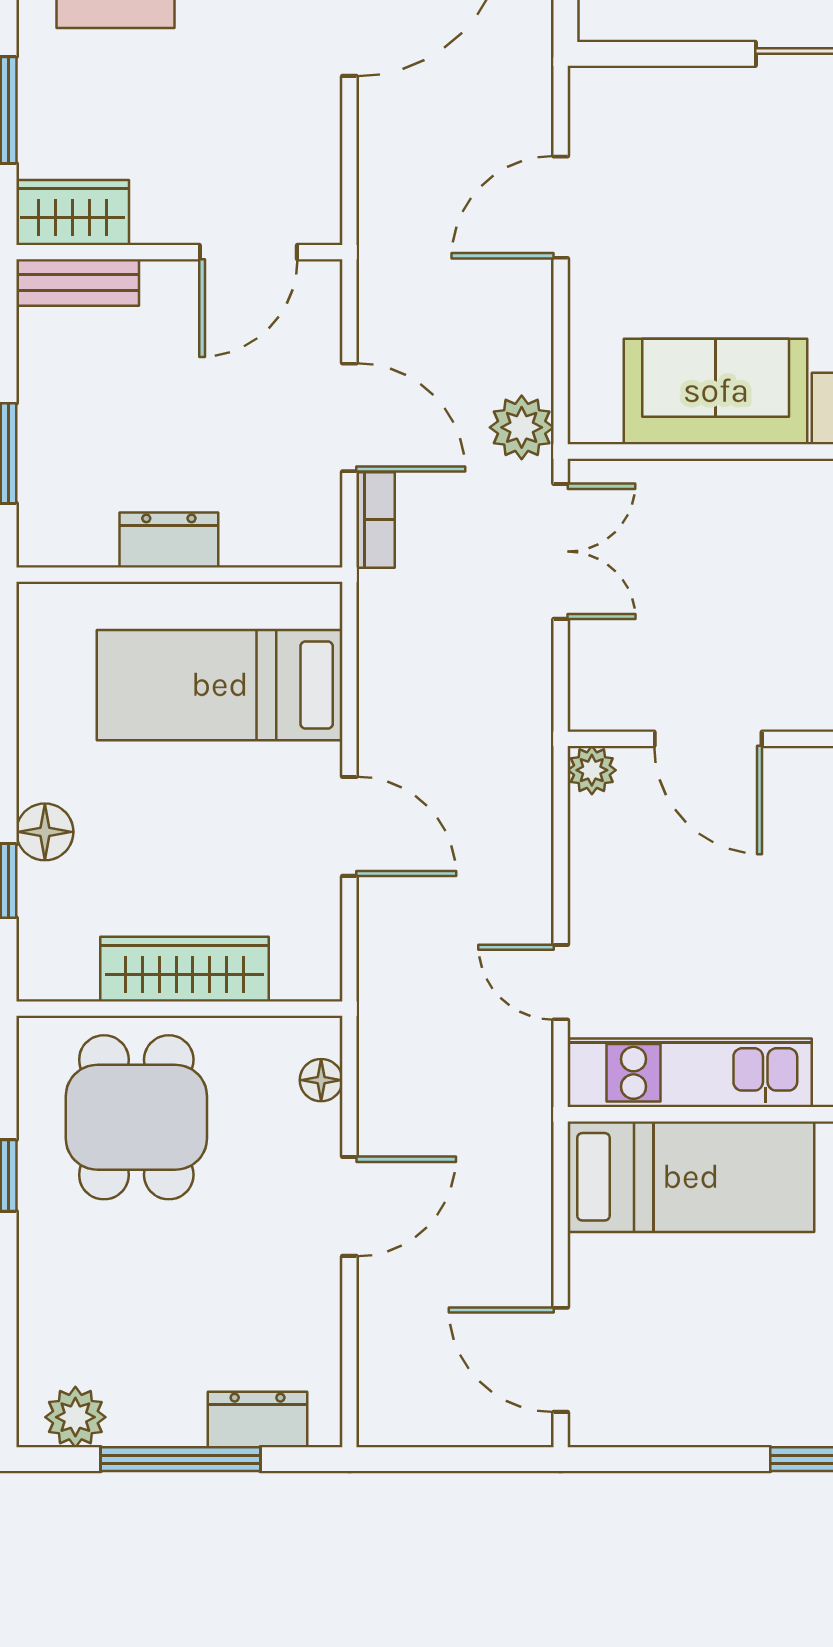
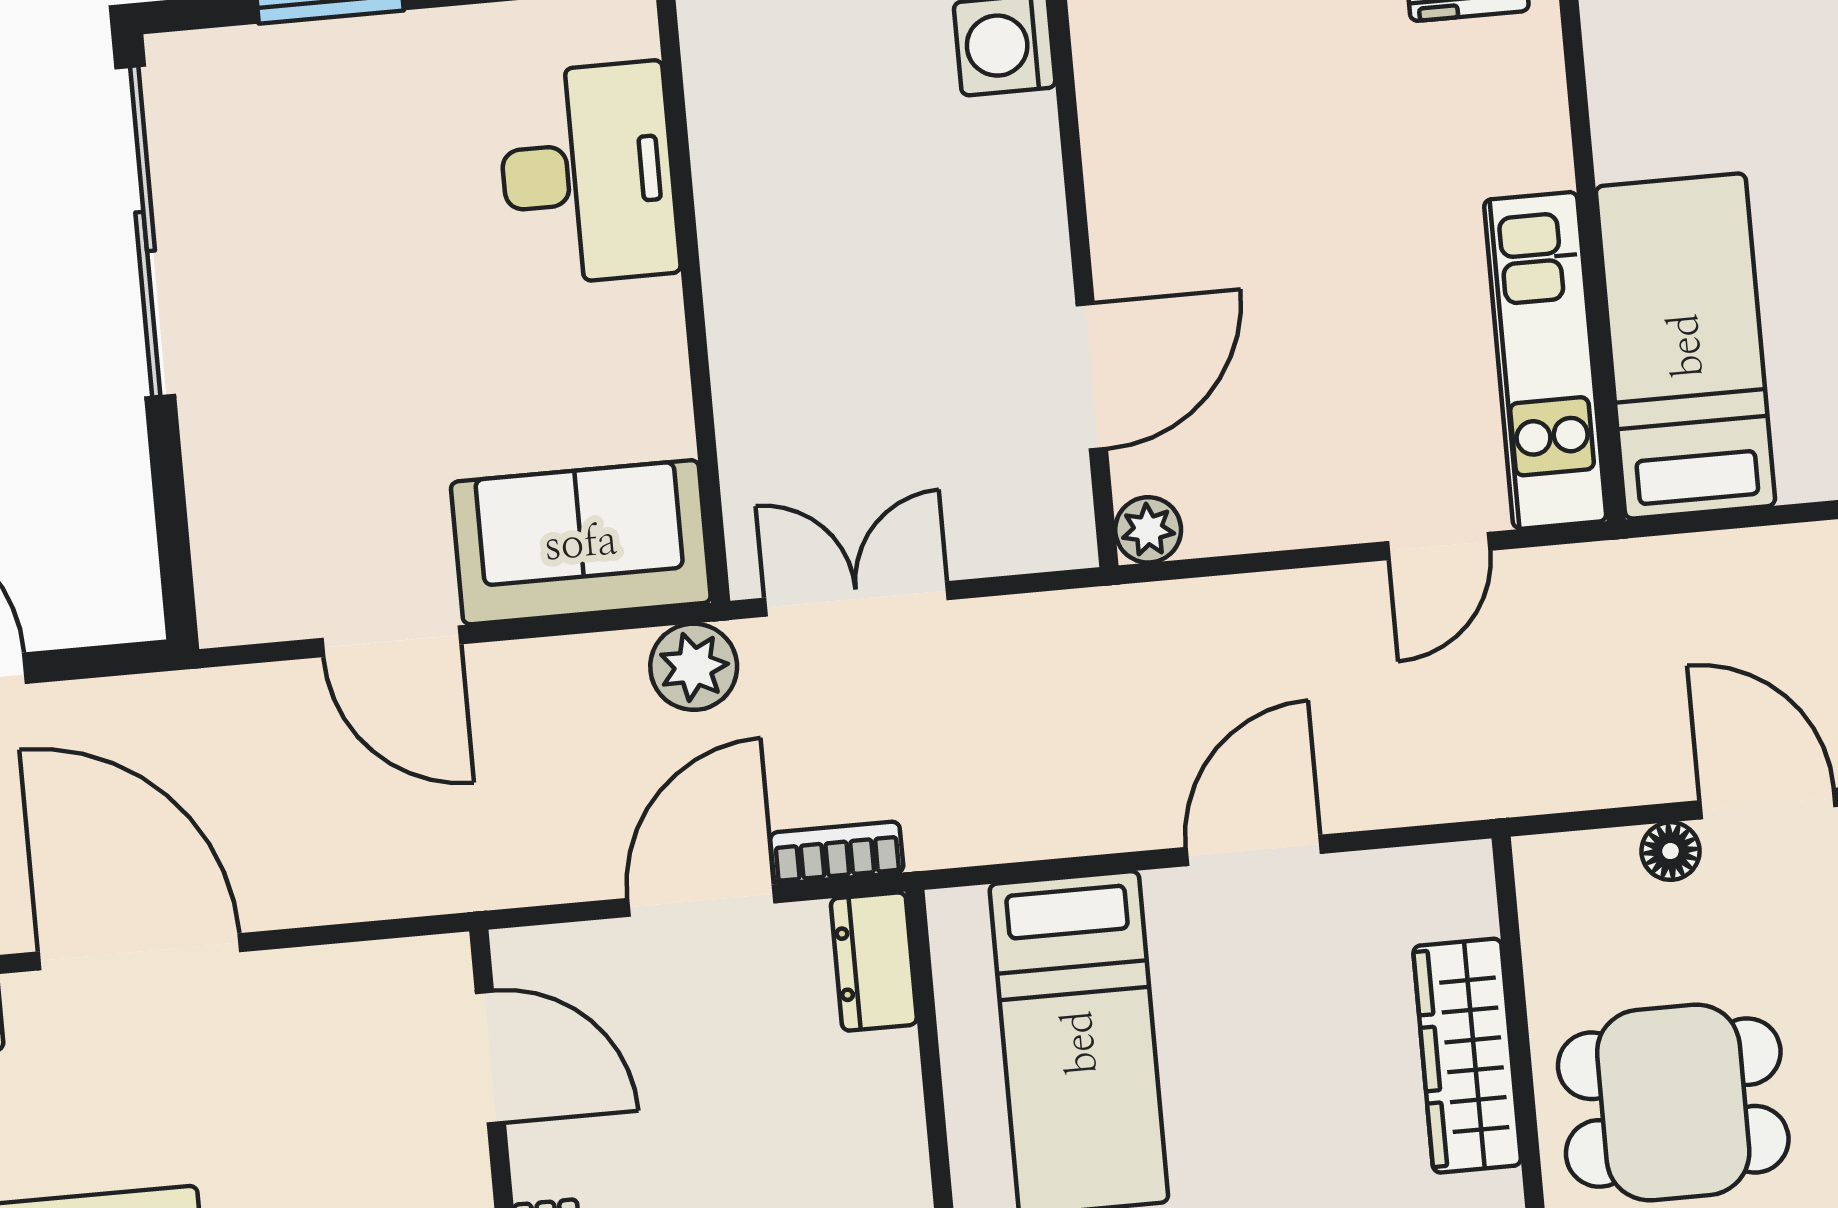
sofa: (716, 391) -> (581, 542), moved, turned 90
dresser: (169, 540) -> (874, 962), moved
floor lamp: (321, 1080) -> (1671, 851), moved

